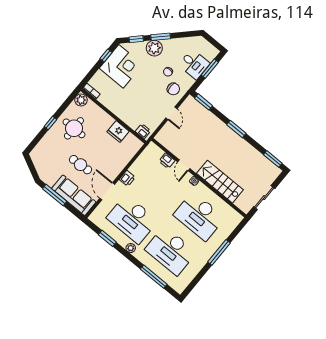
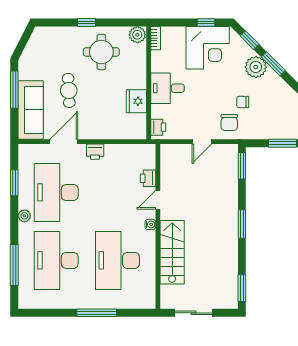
desk: (194, 64) -> (168, 88), moved, turned 90

